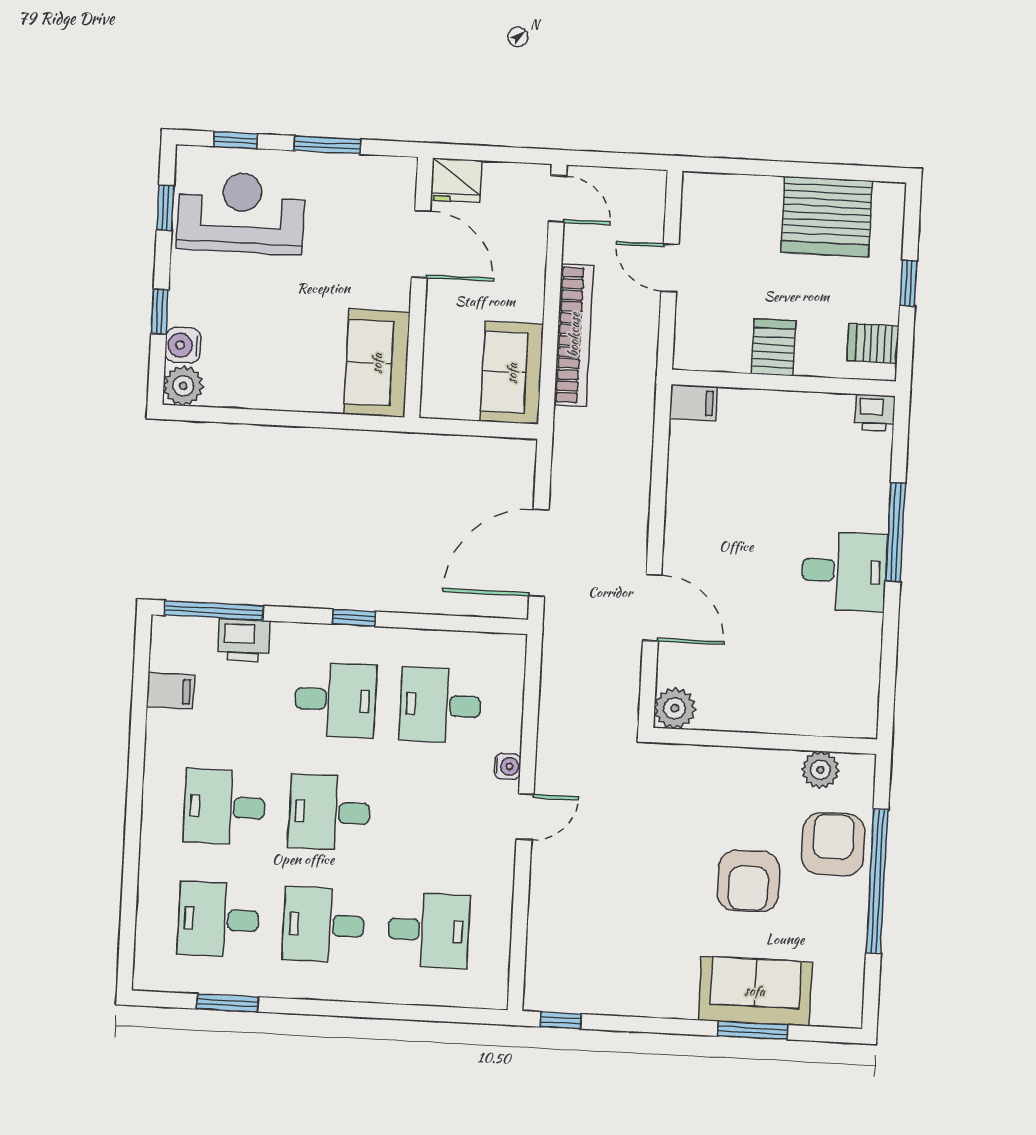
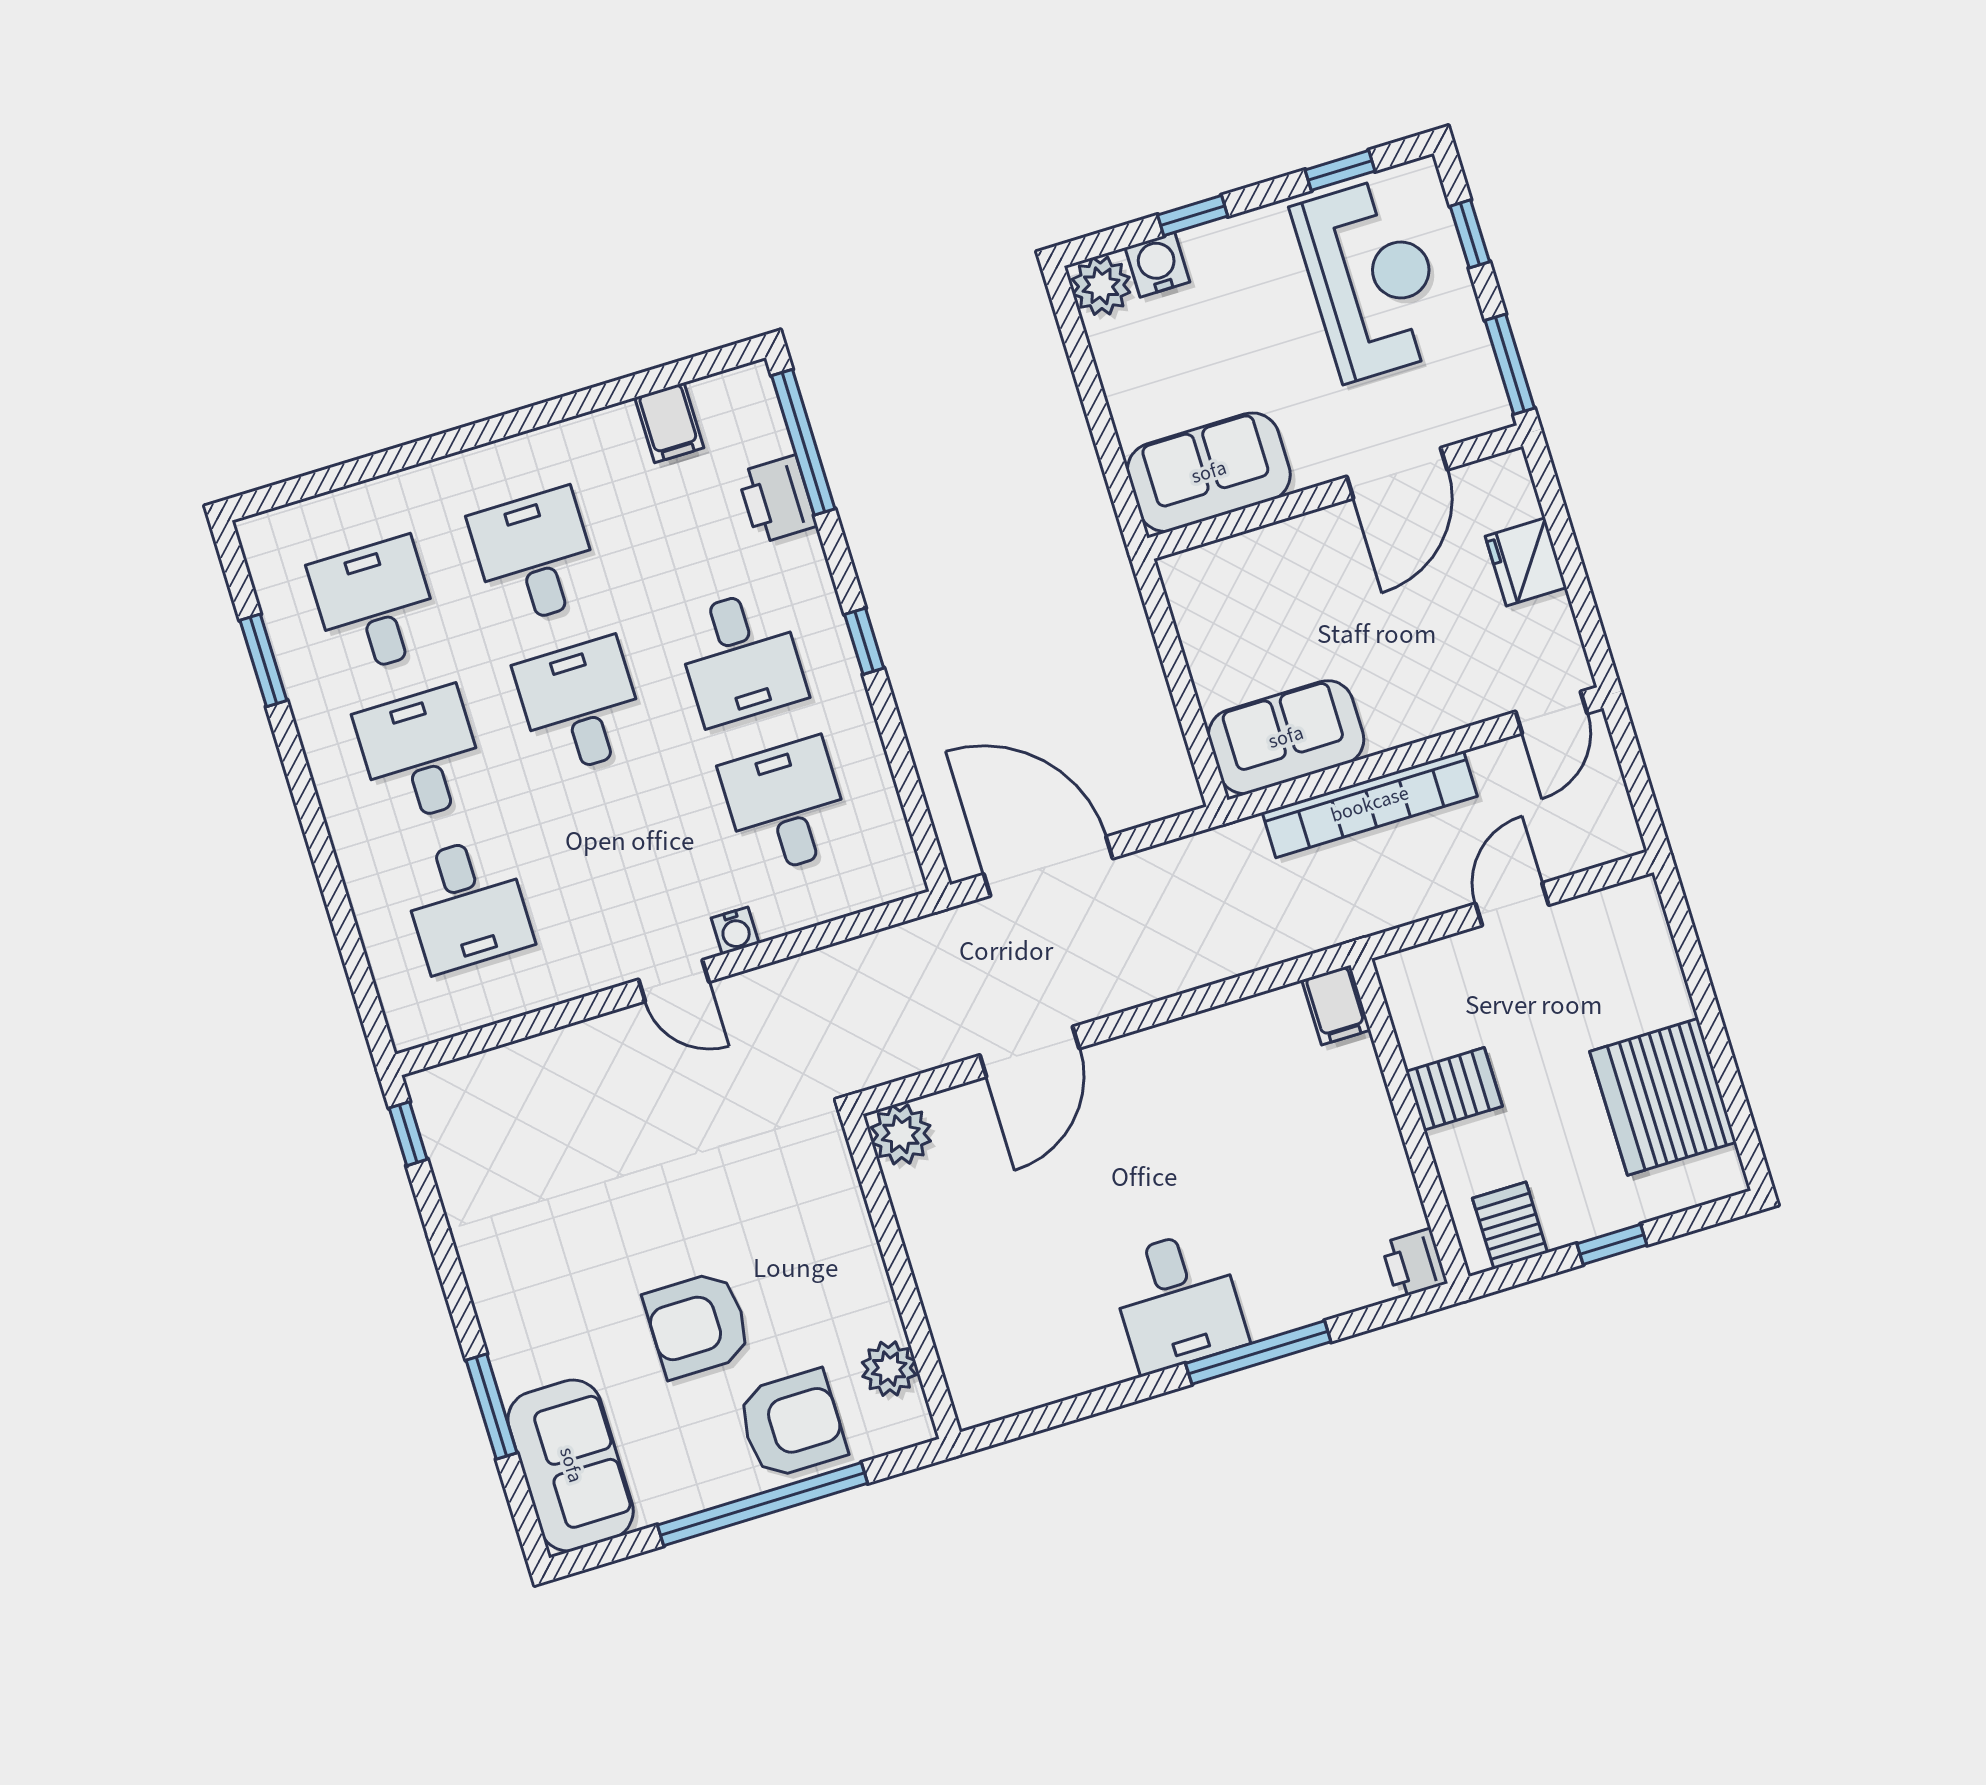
door: (421, 244) -> (1397, 473), moved
wall: (419, 288) -> (1335, 492), moved
sofa: (377, 363) -> (1209, 472), moved
sofa: (755, 991) -> (571, 1465), moved

